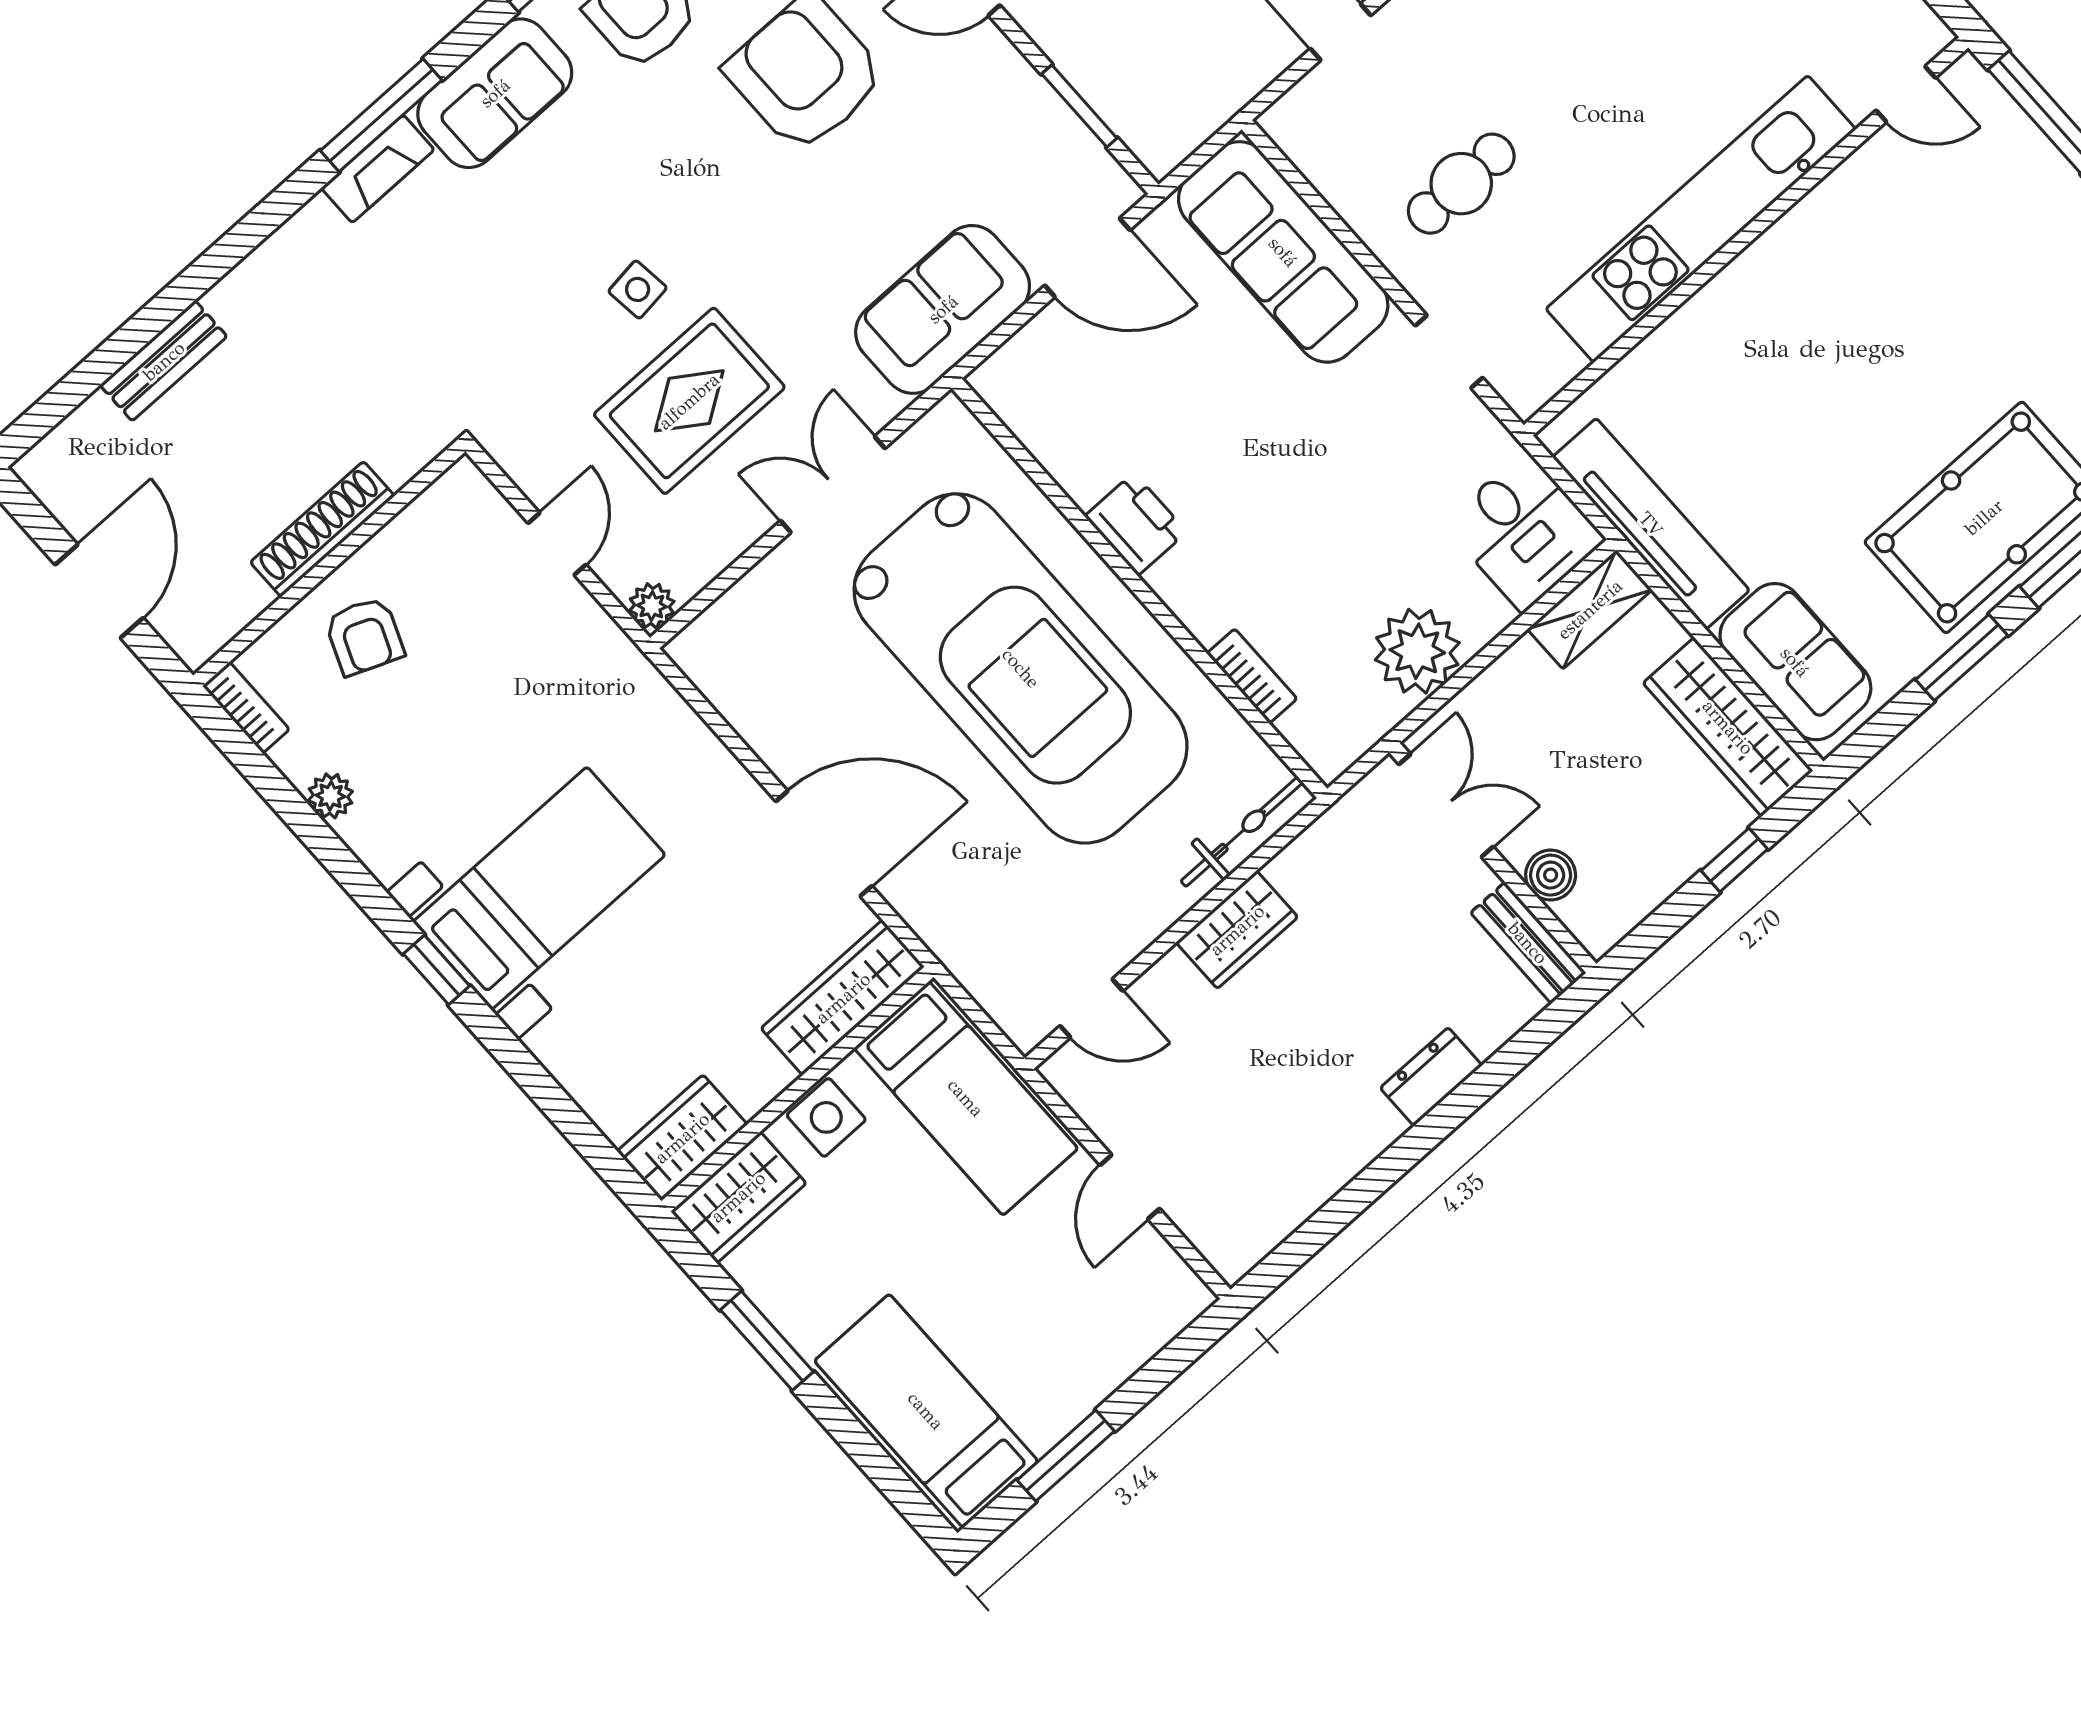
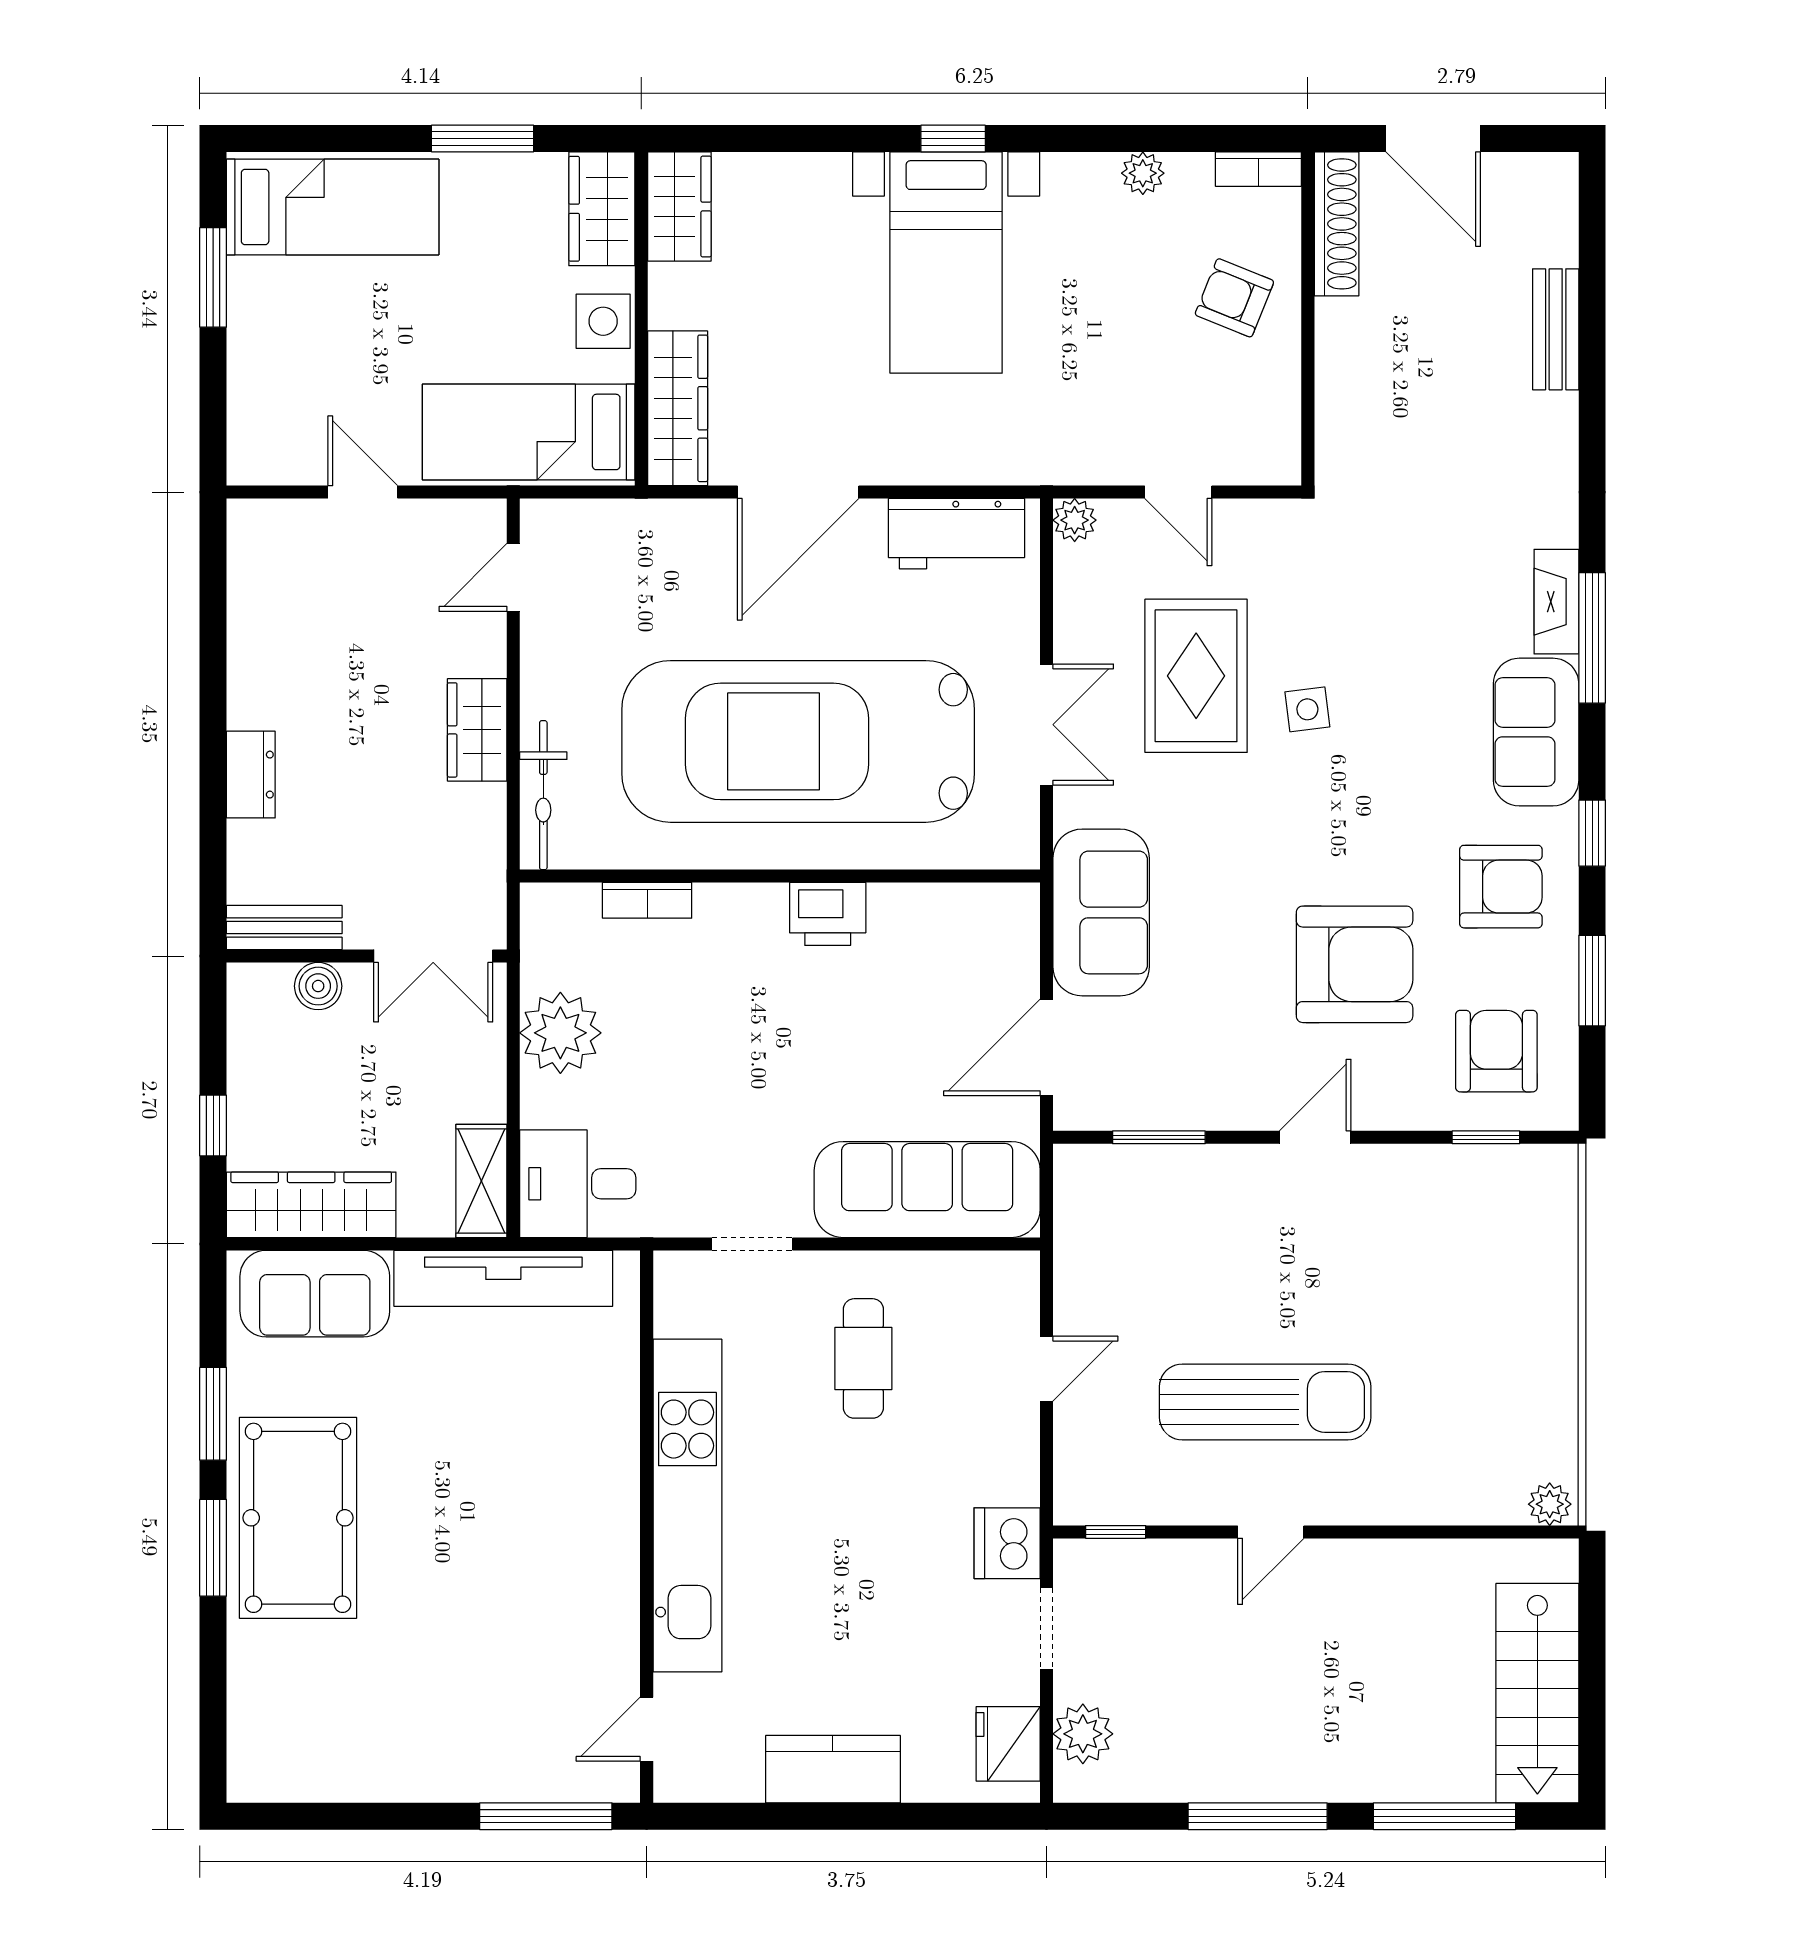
shoe rack: (322, 529) -> (1337, 224), moved
workbench: (746, 690) -> (956, 534), added

